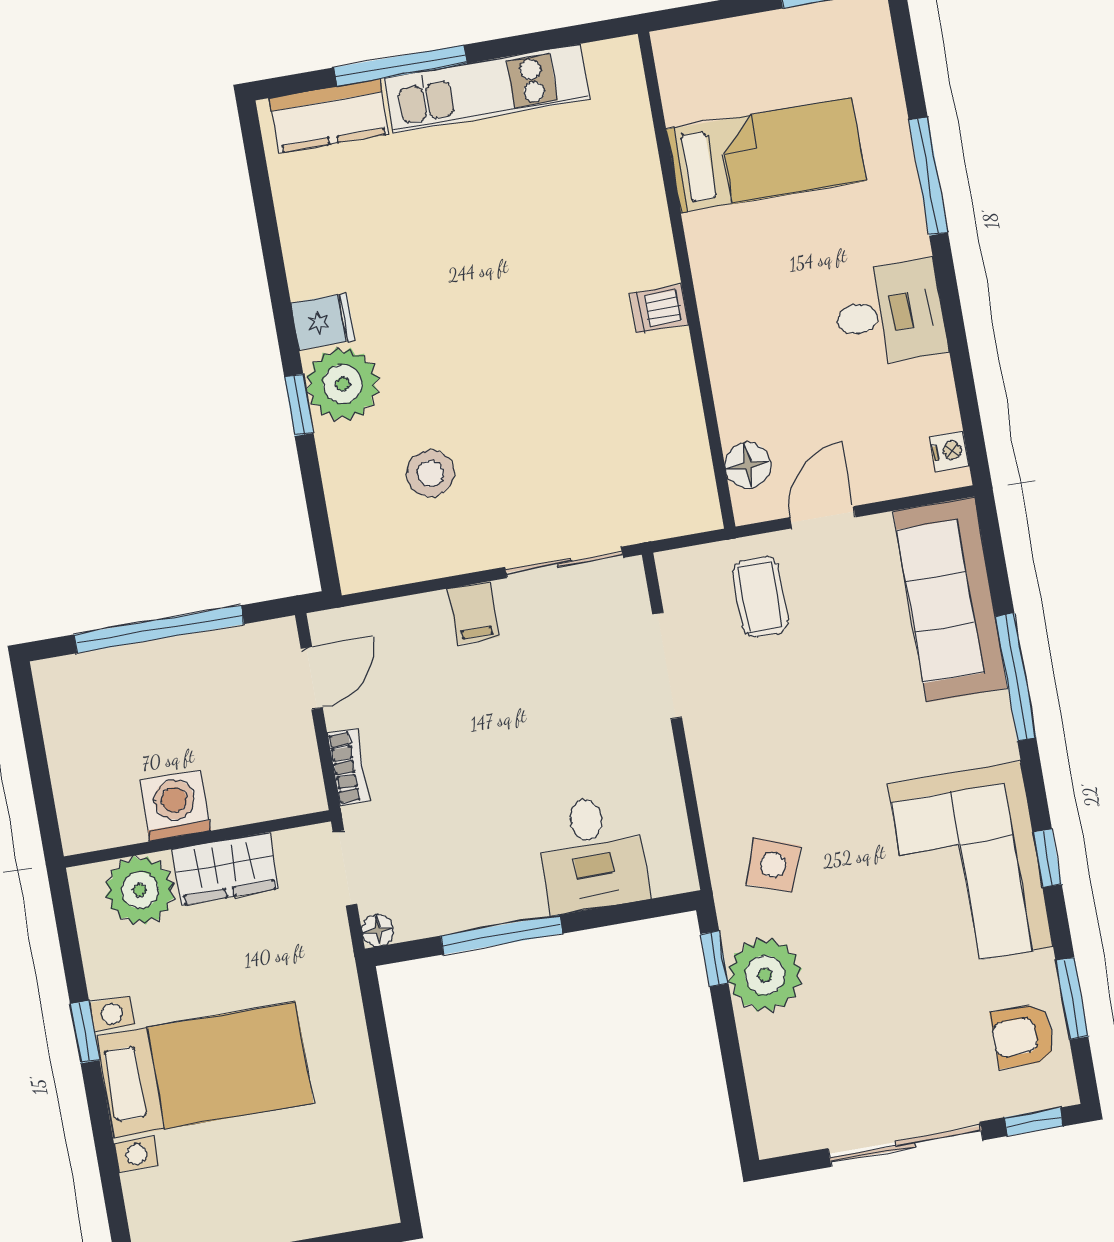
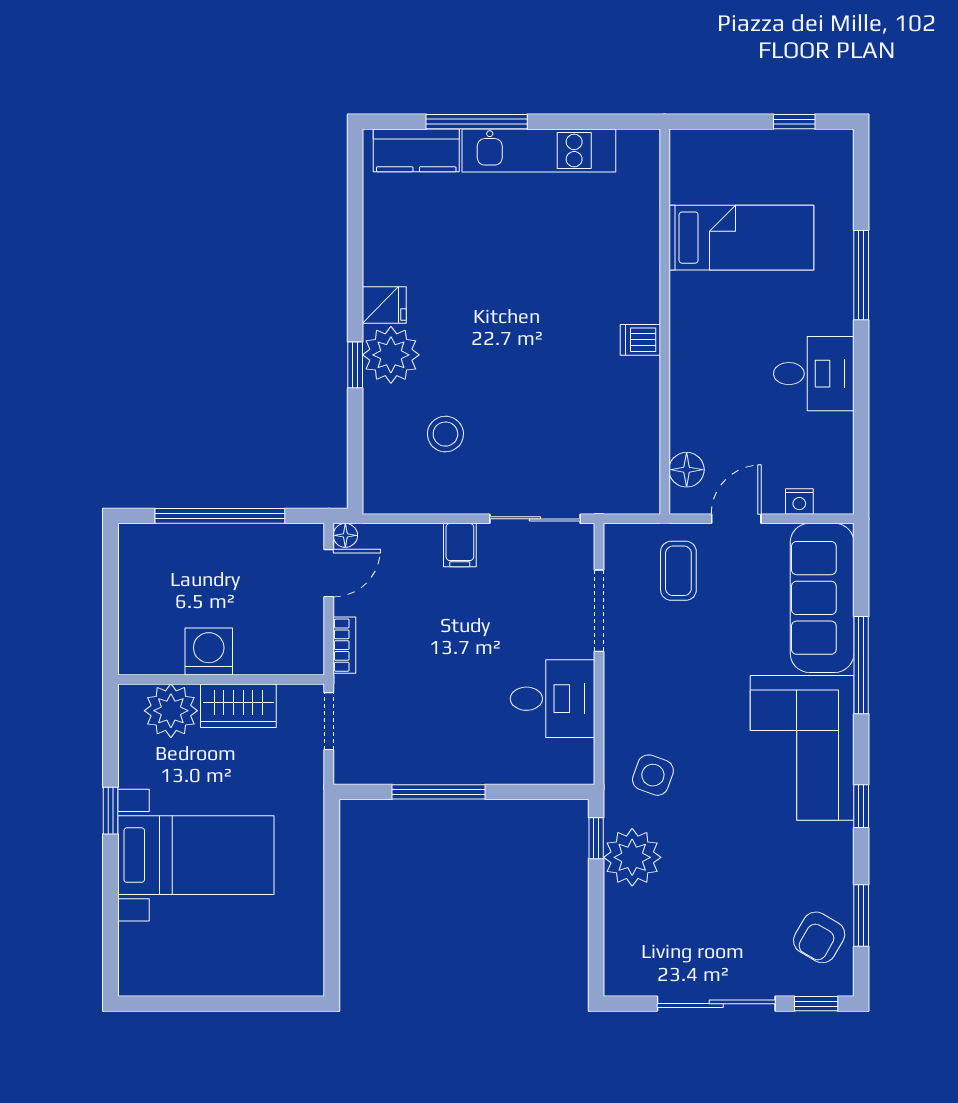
nightstand: (950, 451) -> (799, 502), moved, turned 90
desk: (592, 853) -> (553, 699), moved, turned -90
corner sofa: (971, 866) -> (802, 748), moved
floor lamp: (378, 931) -> (345, 535), moved
armchair: (1023, 1036) -> (819, 937), turned -60

